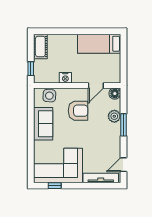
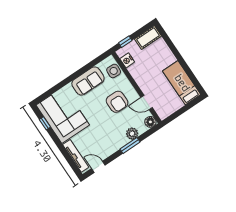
nightstand: (65, 78) -> (127, 60), moved

